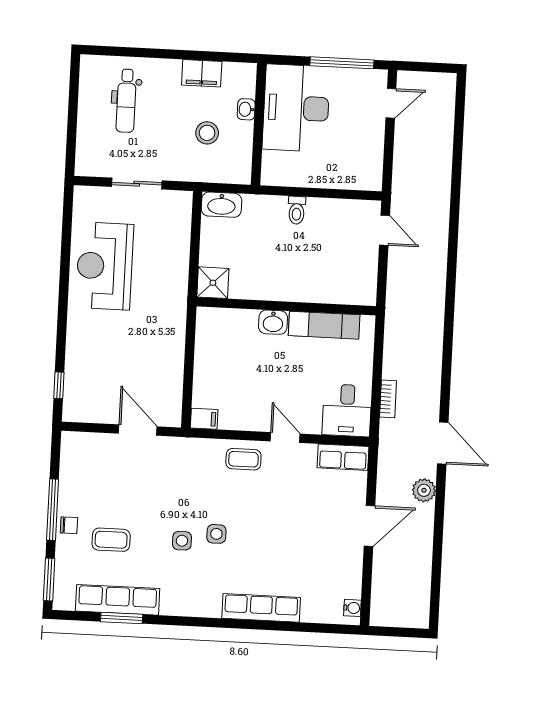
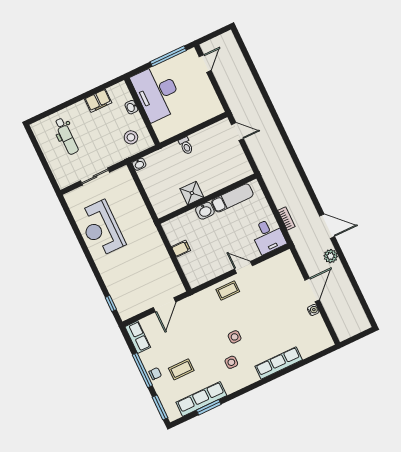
stool: (207, 133) -> (131, 137), moved
washbasin: (221, 205) -> (139, 164), width x0.52, depth x0.69
shower: (213, 283) -> (192, 193), moved
filing cabinet: (204, 419) -> (181, 249), moved
door: (138, 430) -> (165, 305), swing flipped
row of seats: (343, 457) -> (138, 337), moved, turned -90
side table: (182, 541) -> (231, 362), moved
water cooler: (352, 608) -> (313, 310), moved

